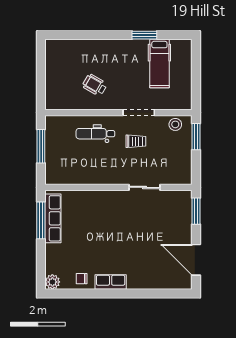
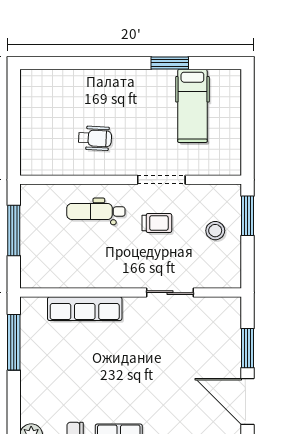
wheelchair: (95, 85) -> (95, 138), turned 153
stool: (175, 124) -> (215, 231), moved
window: (196, 211) -> (247, 348), moved
row of seats: (53, 218) -> (85, 309), moved, turned 90

